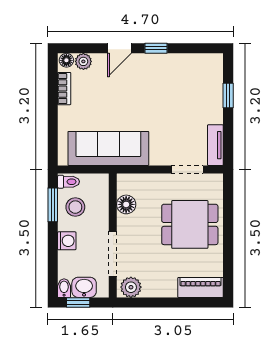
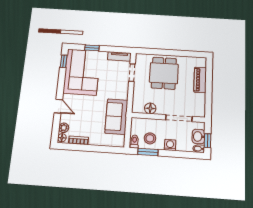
window: (156, 48) -> (64, 61), moved
corner sofa: (183, 82) -> (82, 72), added
sofa: (108, 148) -> (116, 117), width x0.73
plant: (131, 287) -> (199, 109), removed
piano: (201, 287) -> (200, 80), moved

